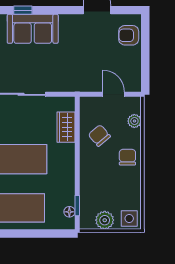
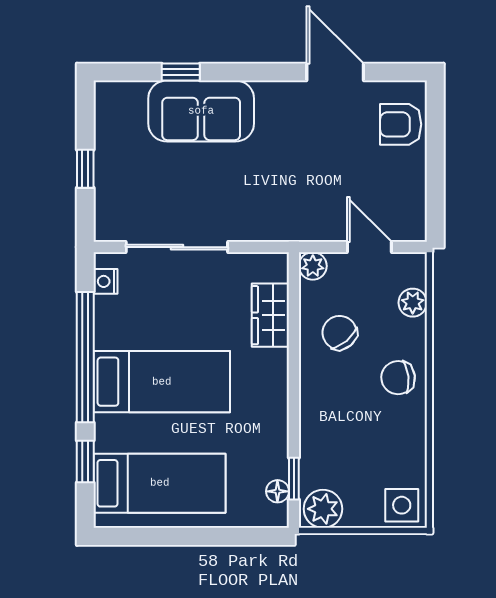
plant: (86, 103) -> (313, 266), added
chair: (127, 157) -> (398, 378), turned -97
plant: (105, 220) -> (323, 509), moved

